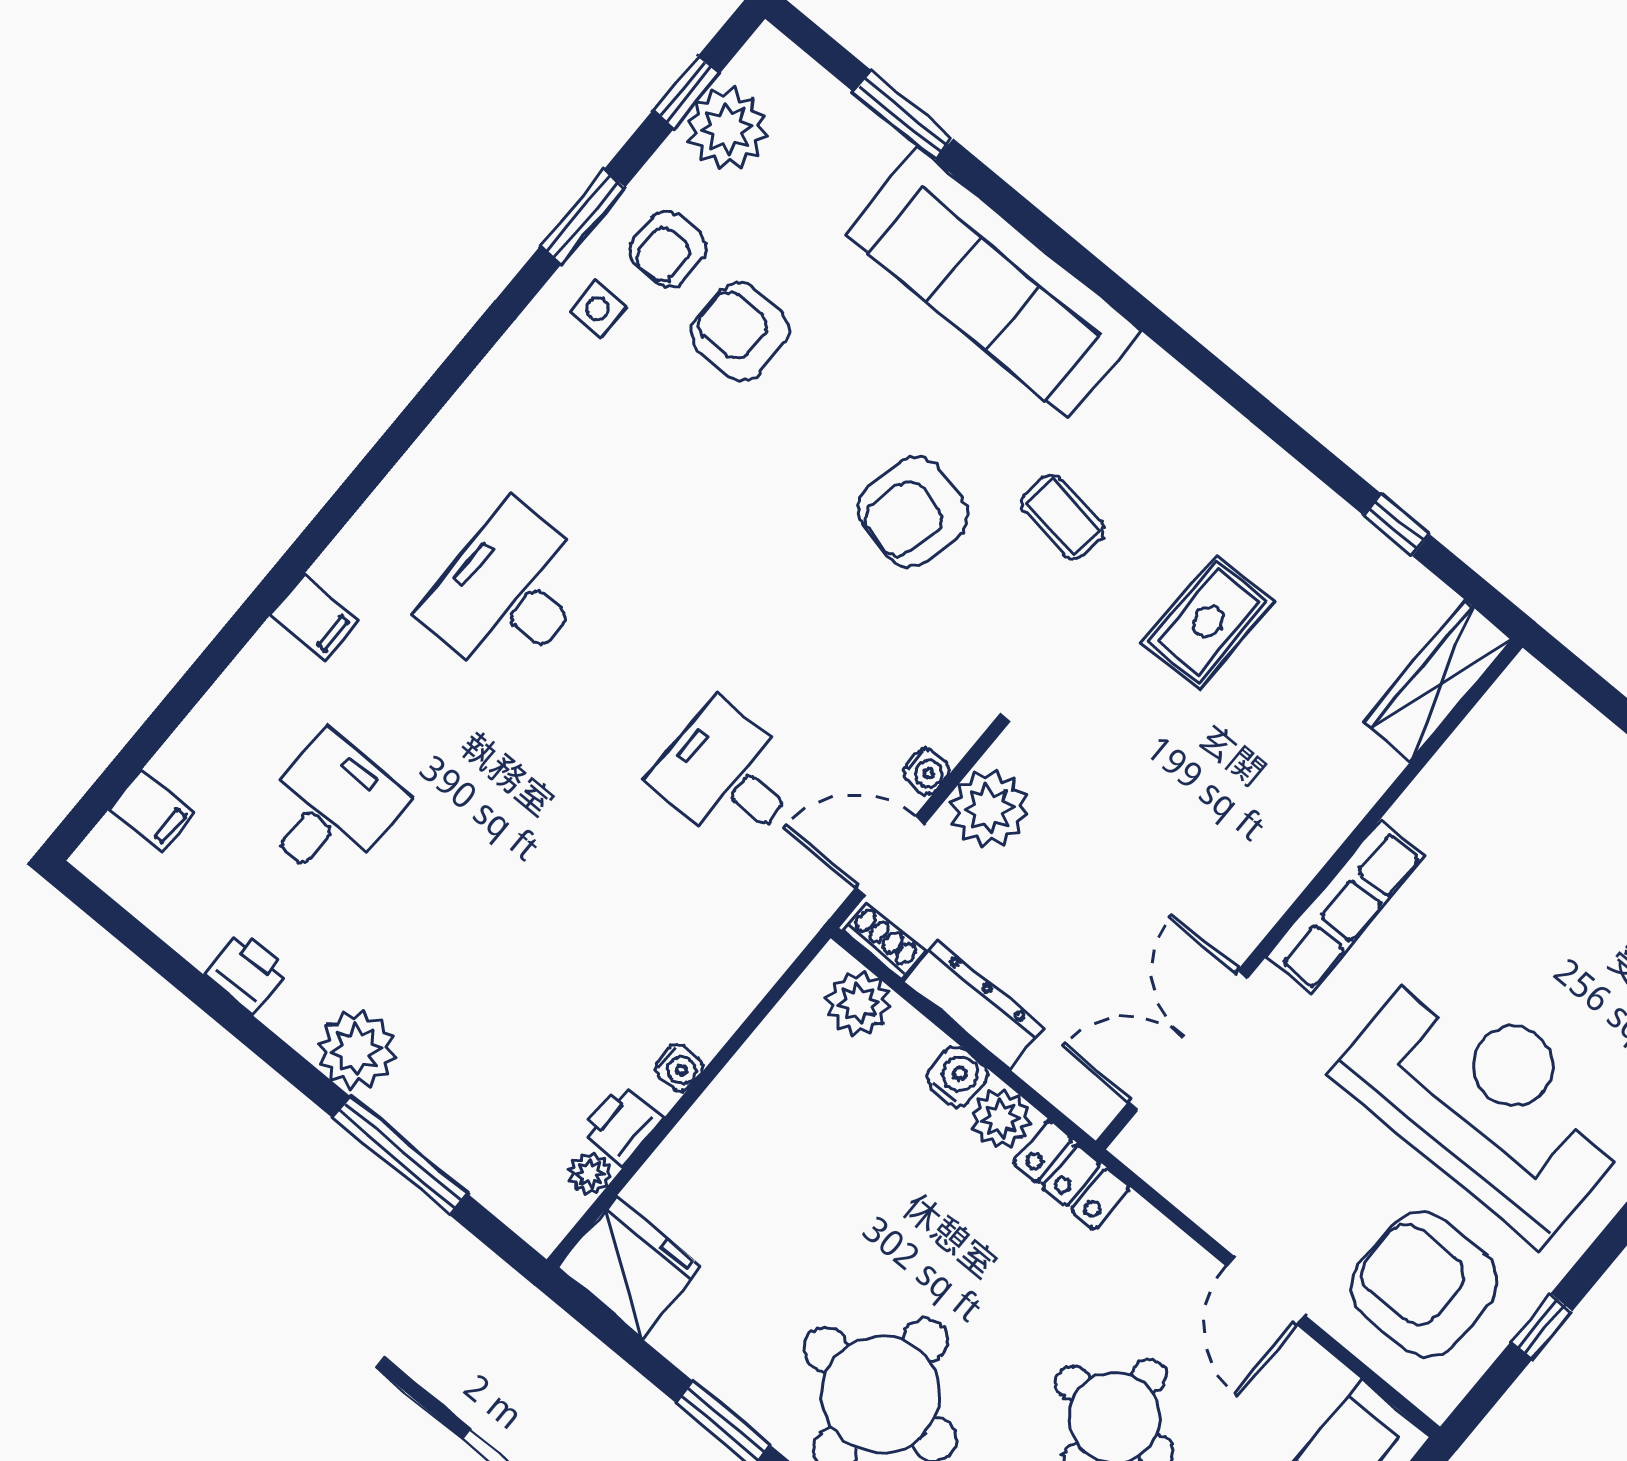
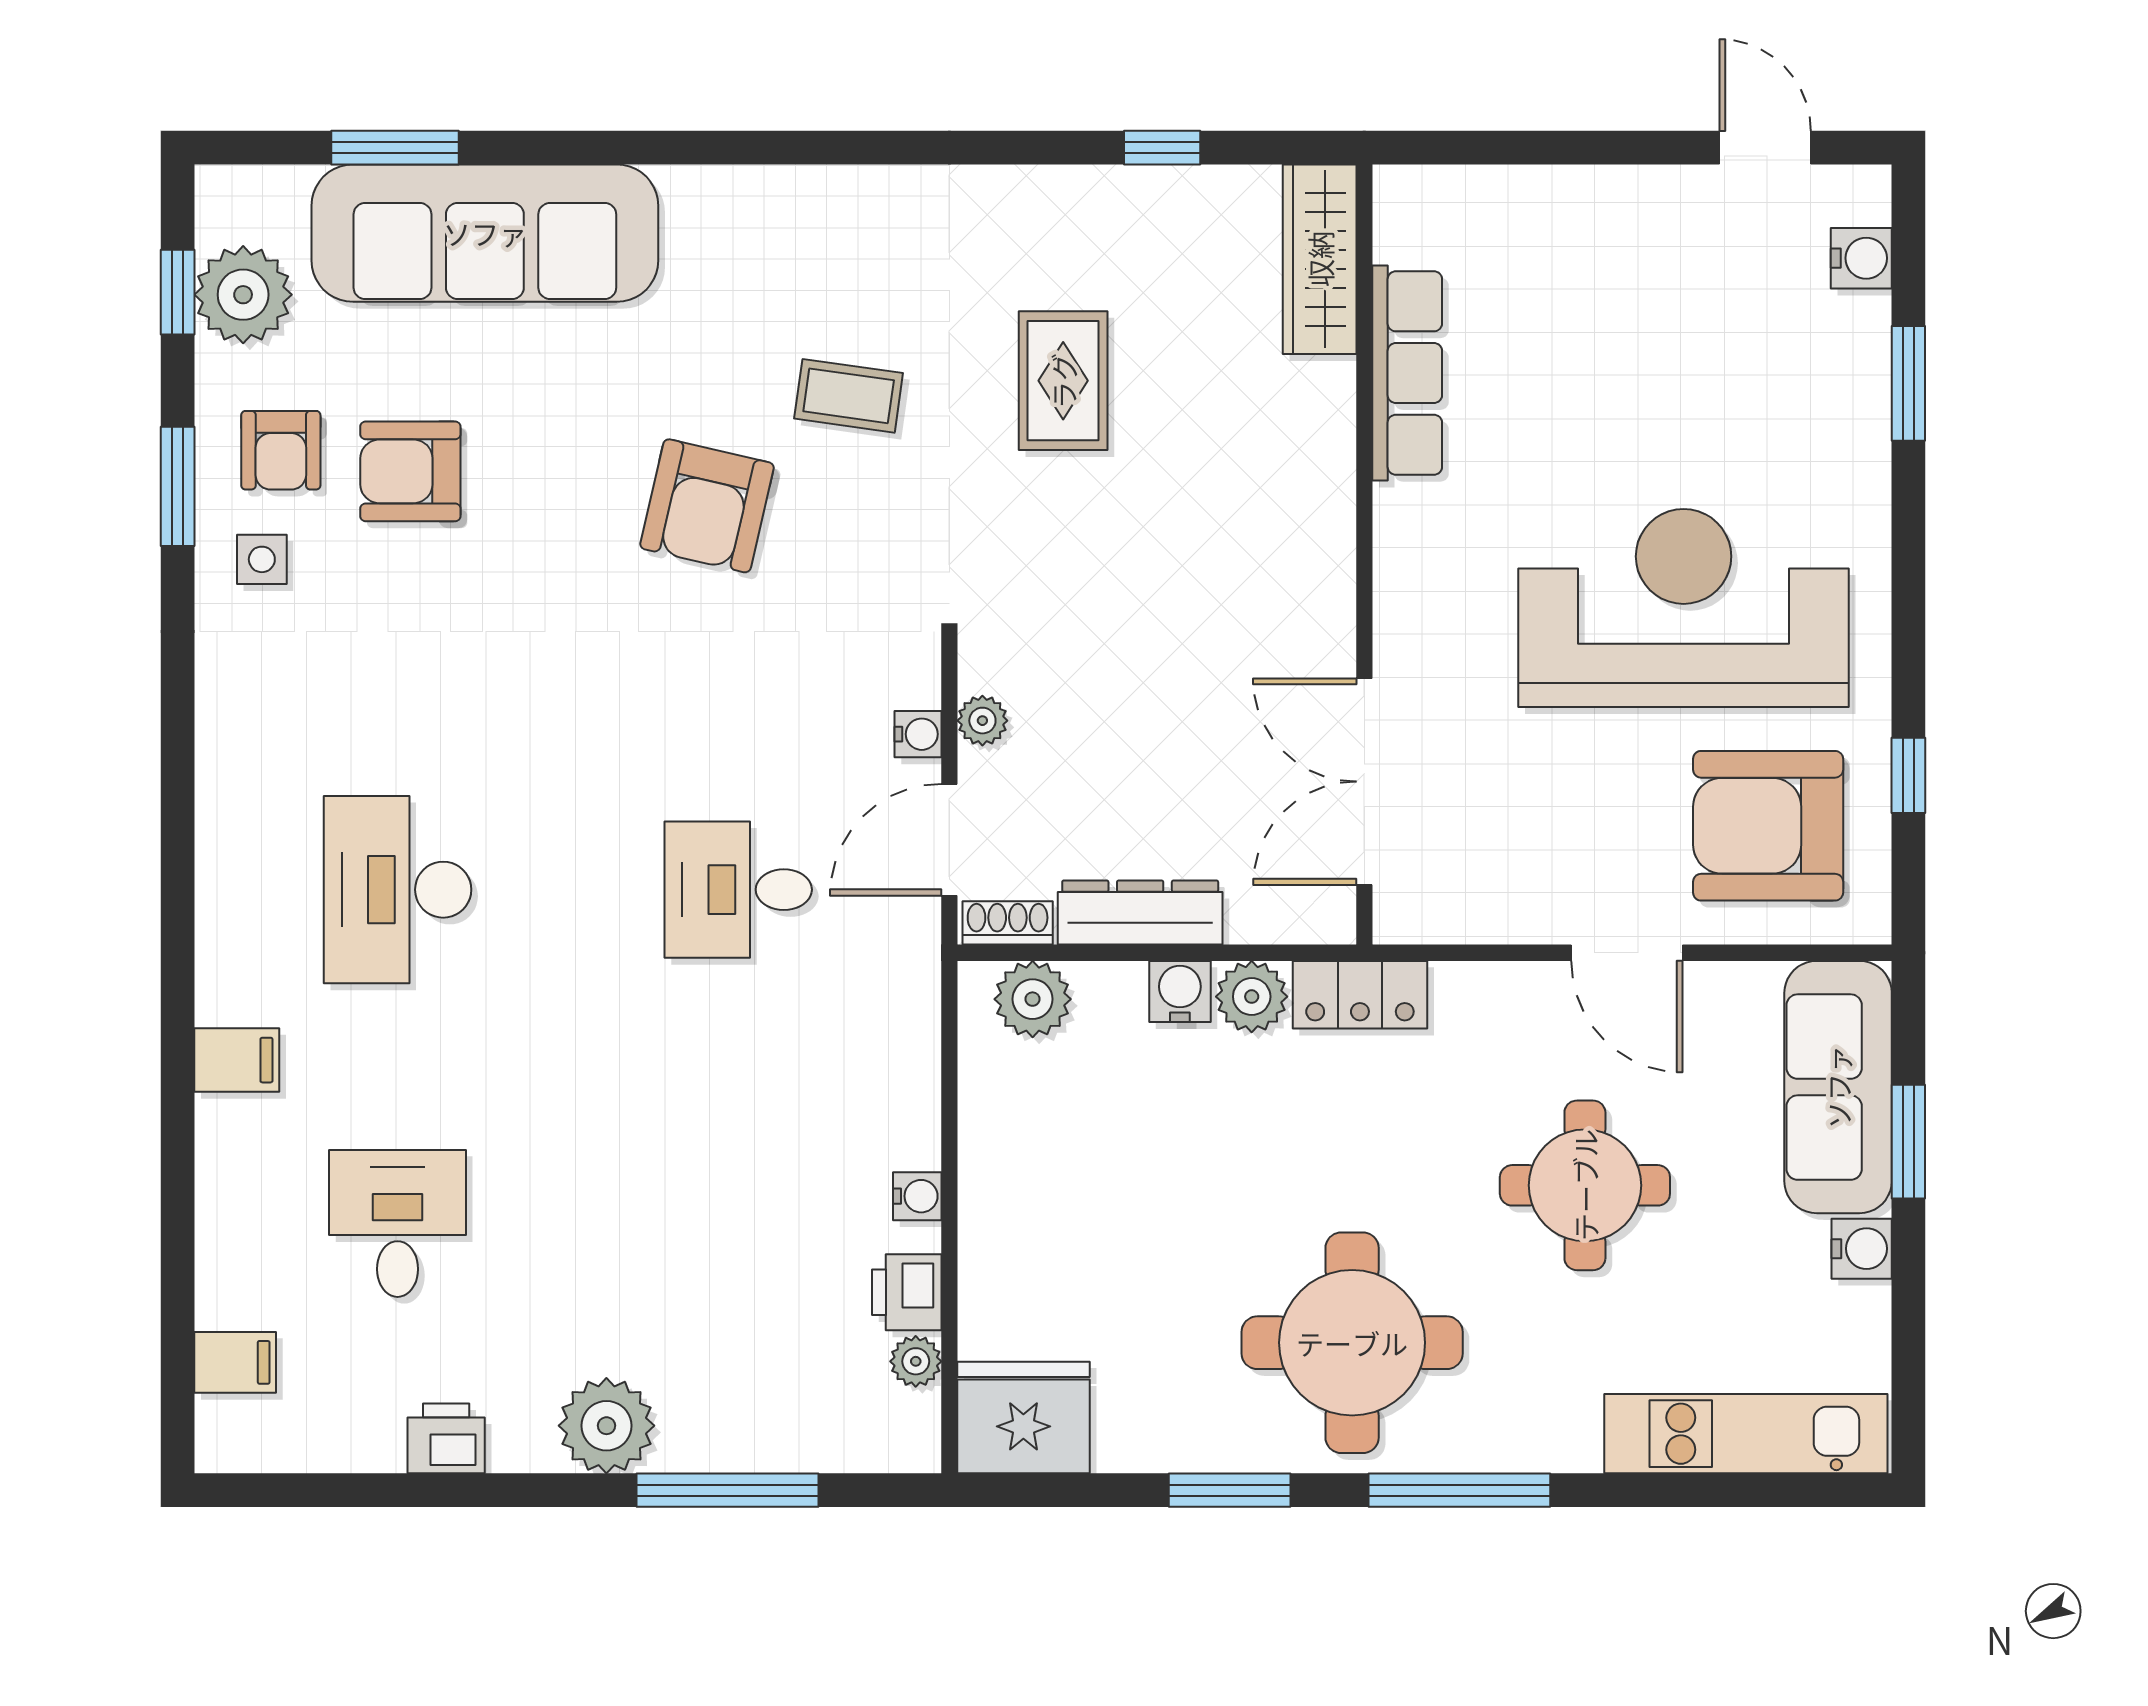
sofa: (993, 282) -> (485, 233), moved
plant: (989, 809) -> (982, 721), width x0.53, depth x0.53
row of seats: (1346, 906) -> (1407, 373), moved

